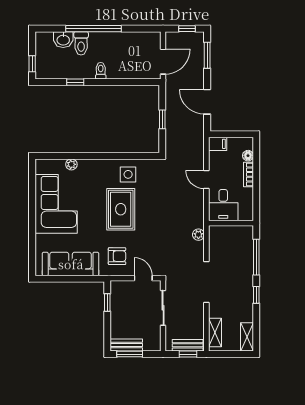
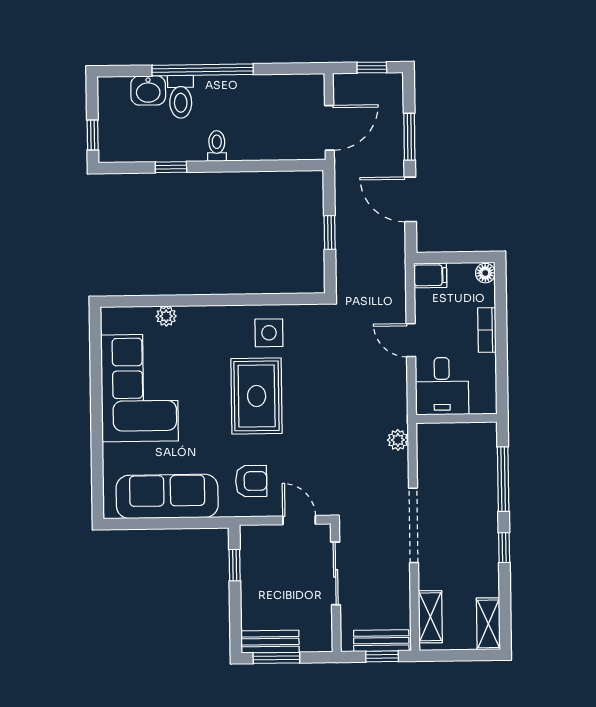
window: (207, 55) -> (409, 137), moved
floor lamp: (248, 156) -> (485, 273), moved

